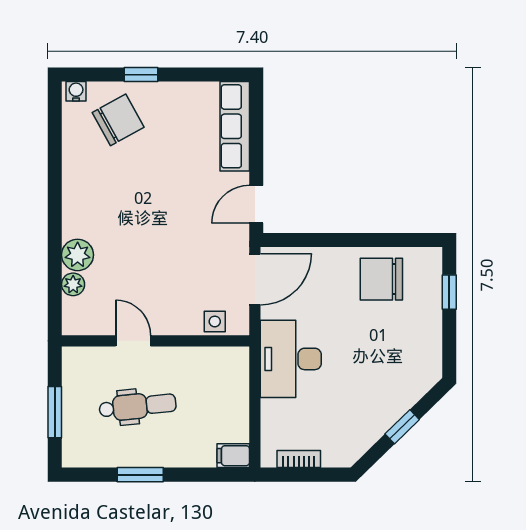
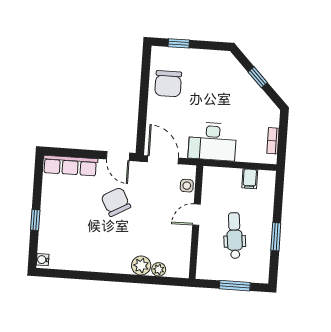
chair: (118, 120) -> (116, 202), moved
door: (133, 341) -> (196, 215), moved
filing cabinet: (233, 456) -> (250, 179), moved

